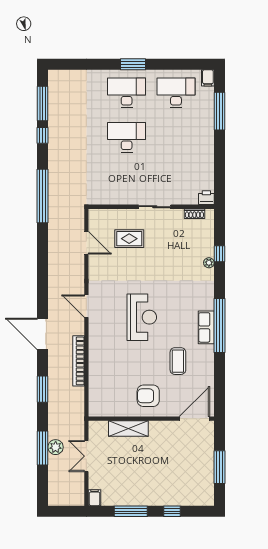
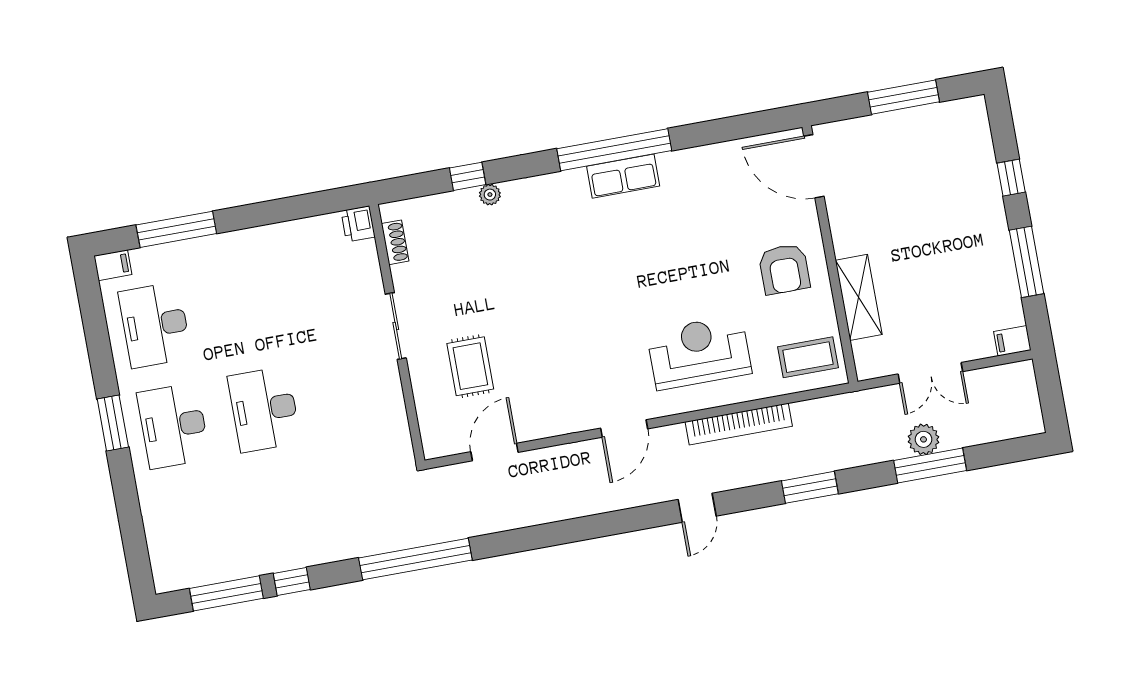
reception desk: (142, 317) -> (699, 352), moved
door: (43, 334) -> (697, 508), width x0.53
coffee table: (178, 361) -> (808, 357), moved

